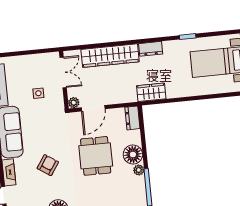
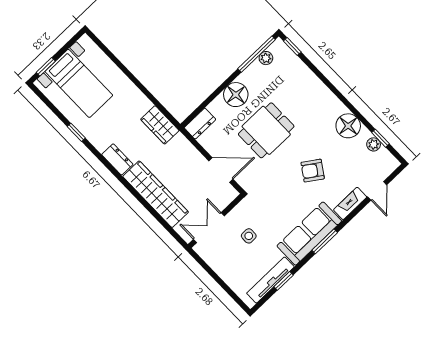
plant: (74, 103) -> (230, 194), removed
plant: (139, 170) -> (266, 58), moved

